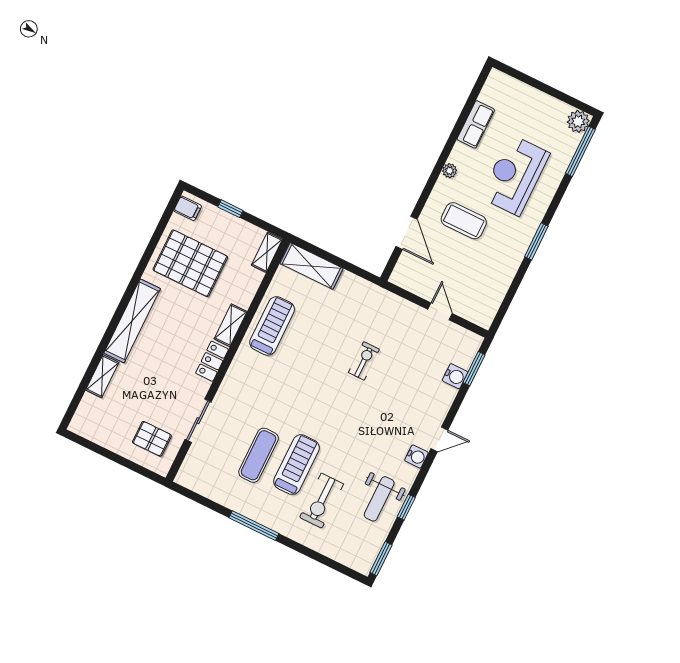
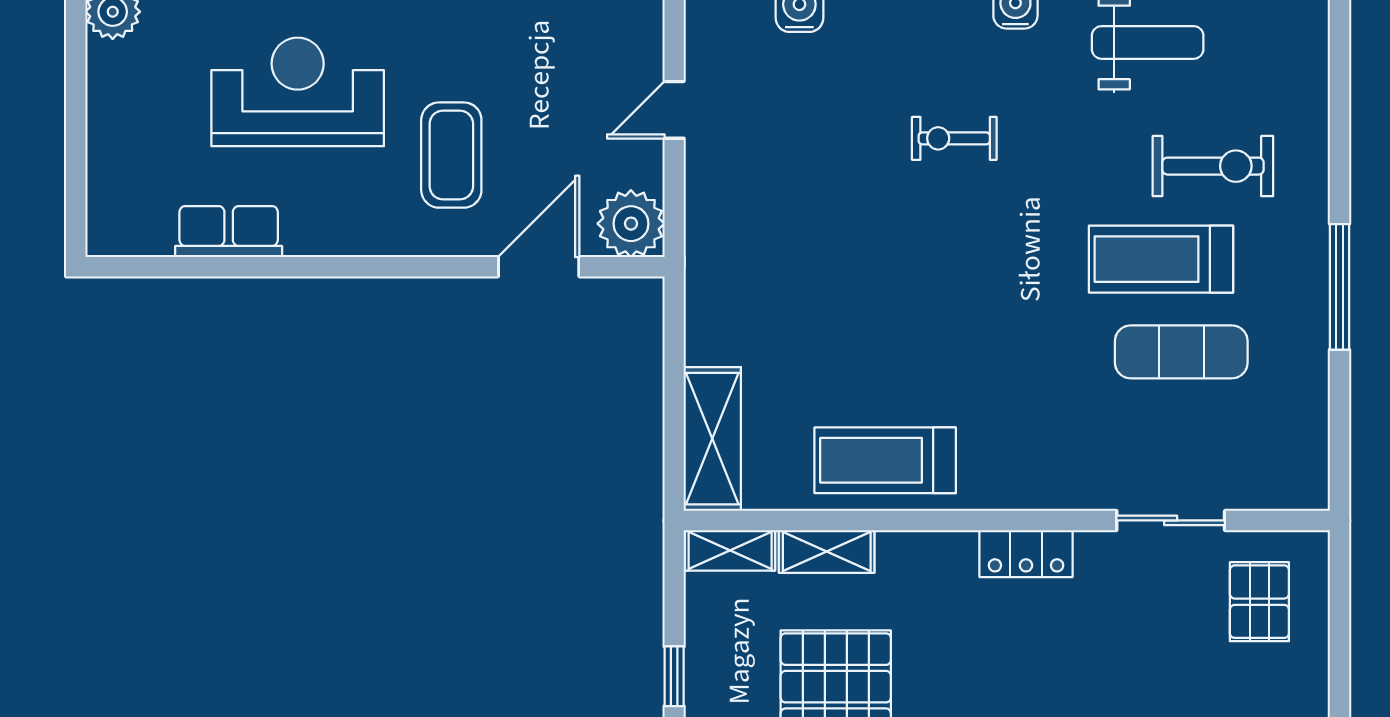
plant: (450, 171) -> (631, 224), moved, width x1.88, depth x1.88
reception desk: (515, 175) -> (298, 92), turned 180
shelving: (231, 325) -> (827, 551), moved
exercise bike: (364, 361) -> (954, 138), moved

